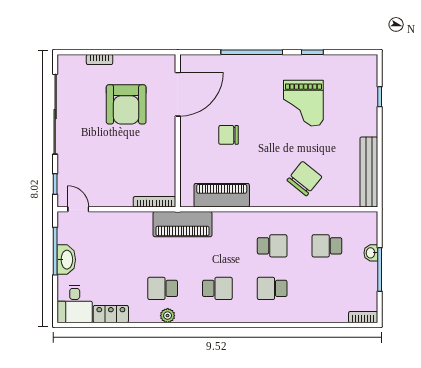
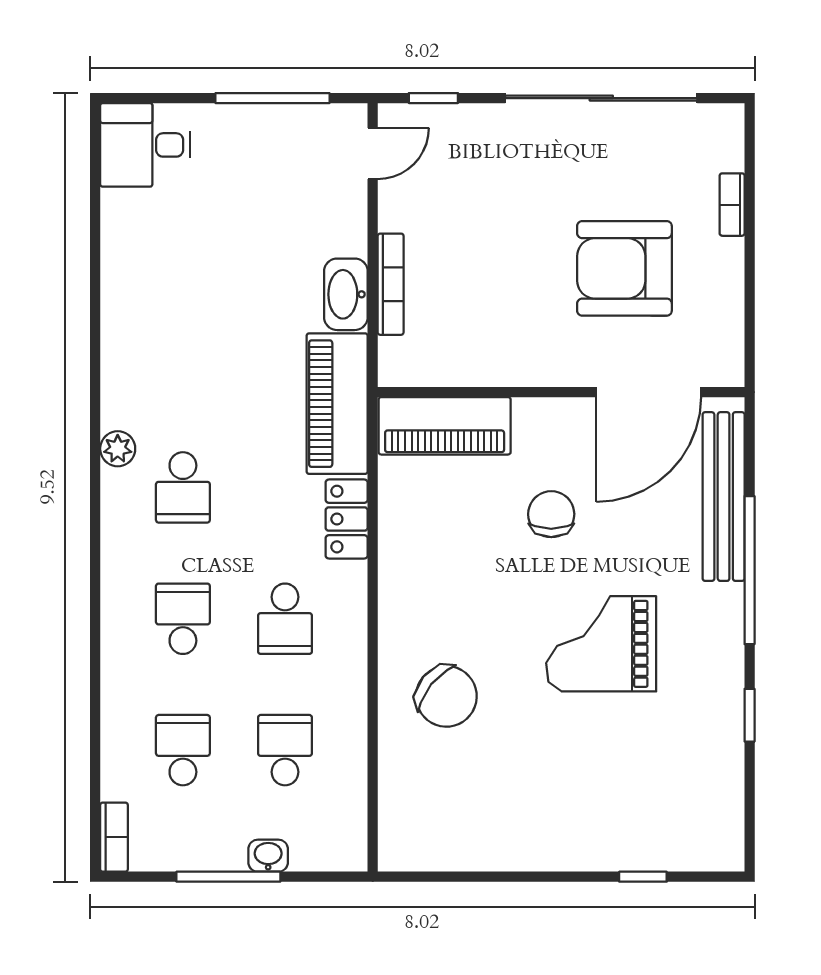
door: (178, 94) -> (649, 392), hinge flipped
grand piano: (303, 103) -> (601, 644), moved
bench: (369, 172) -> (724, 497), moved, turned 90
piano: (222, 195) -> (445, 426), moved, turned 90
bookcase: (155, 202) -> (391, 284), moved
washbasin: (66, 260) -> (346, 294), moved, turned 90
school desk: (163, 288) -> (183, 750), moved
locker: (111, 314) -> (347, 519), moved, turned 180
plant: (168, 316) -> (118, 449), moved

